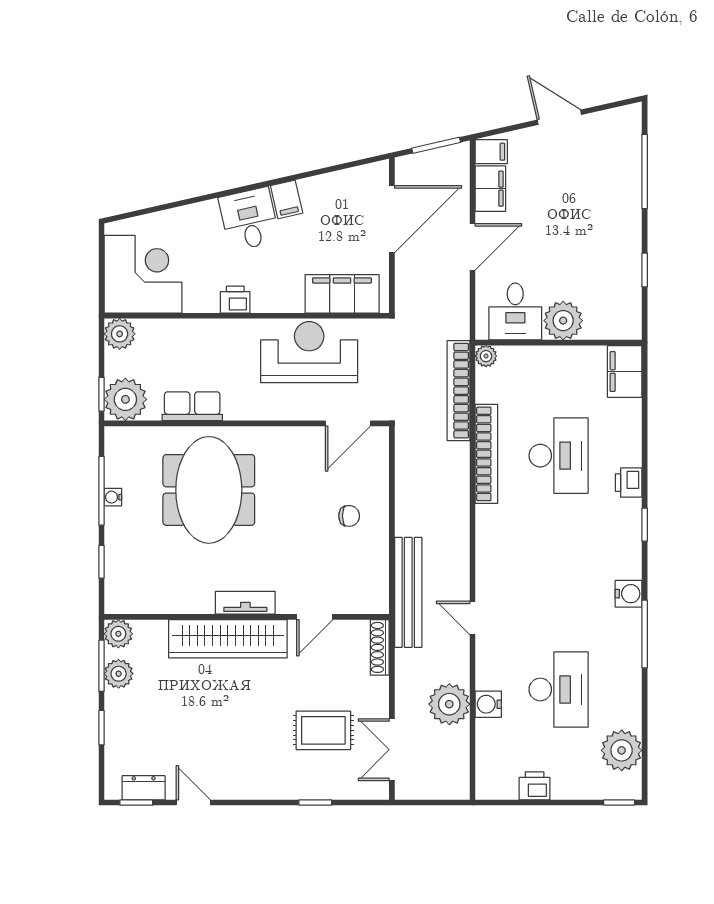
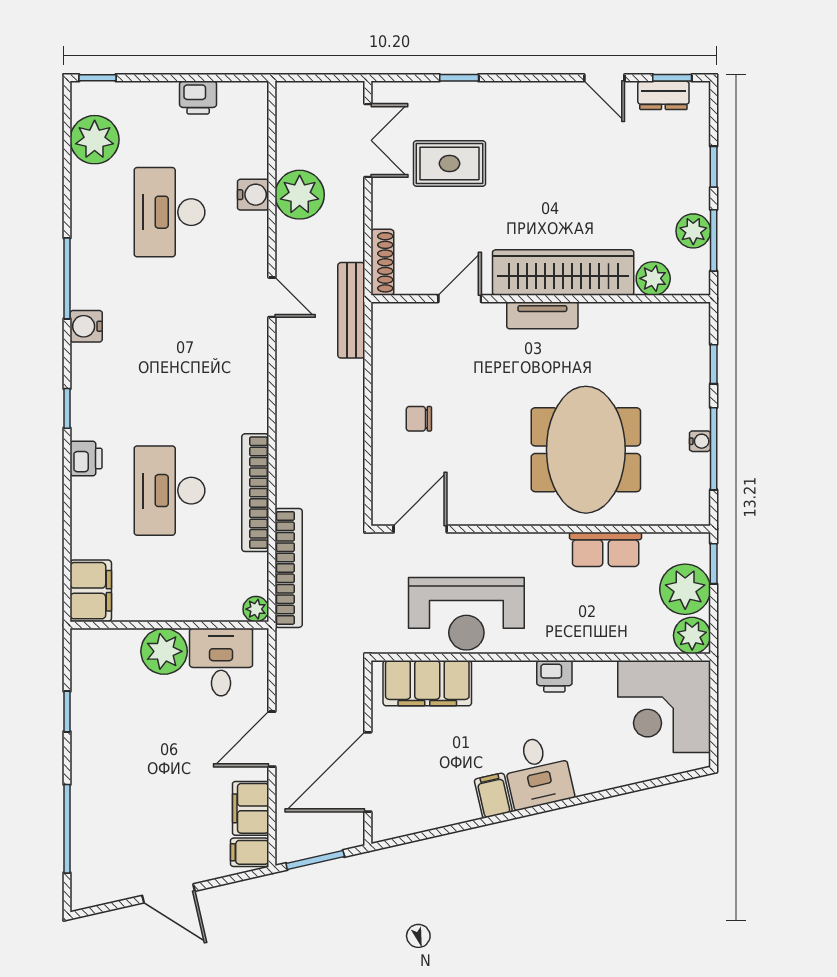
plant: (125, 399) -> (685, 589), moved
bench: (408, 592) -> (351, 310), width x0.73, depth x0.82
plant: (118, 634) -> (653, 278), moved

